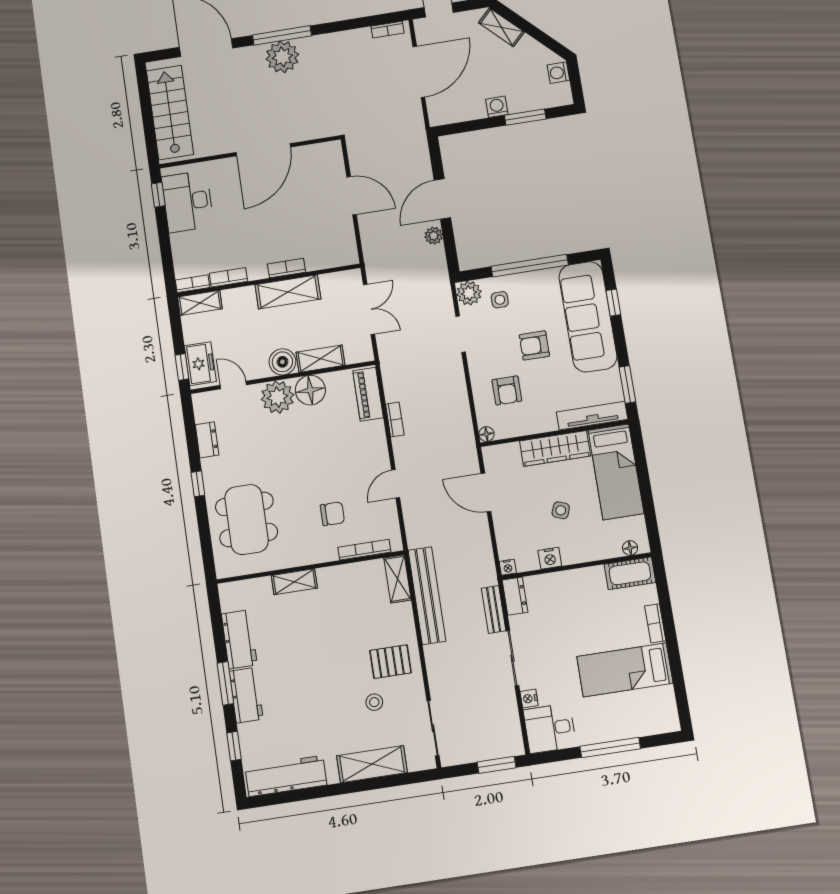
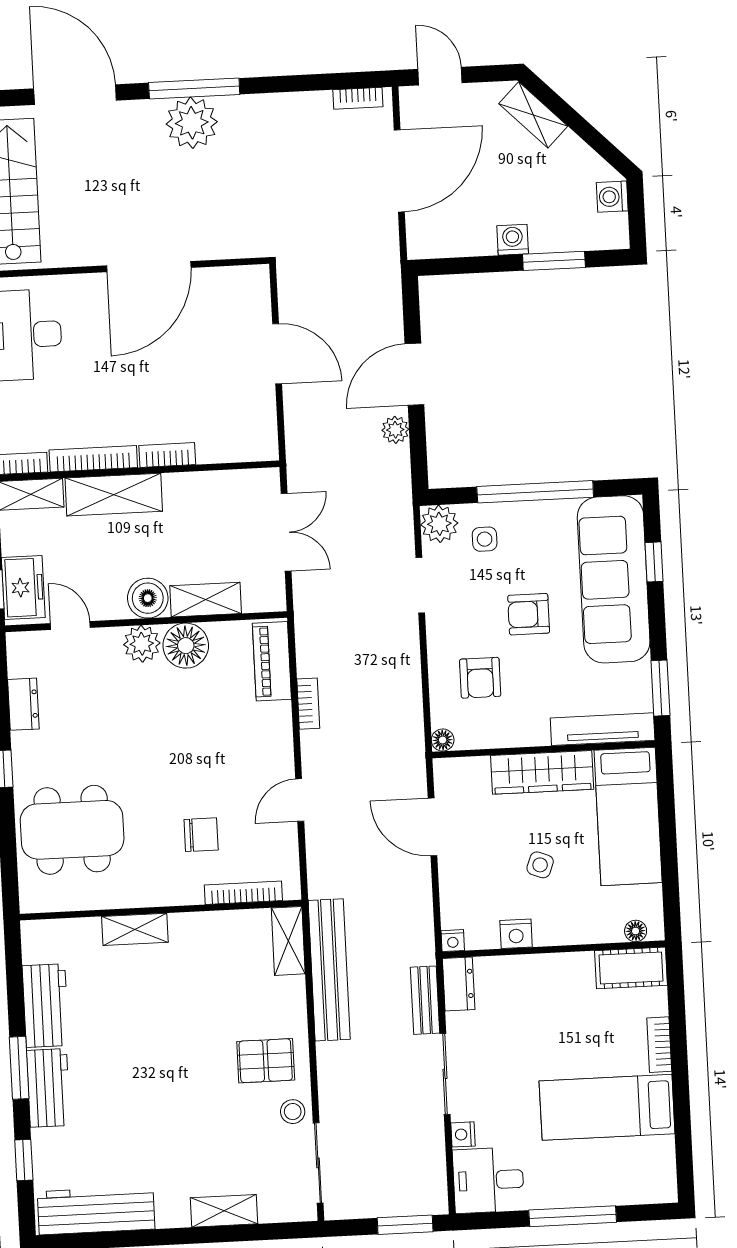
bookcase: (228, 277) -> (93, 459), width x1.56
shelving: (288, 292) -> (114, 495), moved
plant: (278, 397) -> (142, 644), width x0.73, depth x0.73
dining table: (246, 519) -> (72, 830), turned 90
stool: (374, 702) -> (293, 1112), moved
shelving: (372, 764) -> (224, 1211), width x0.67, depth x0.75

